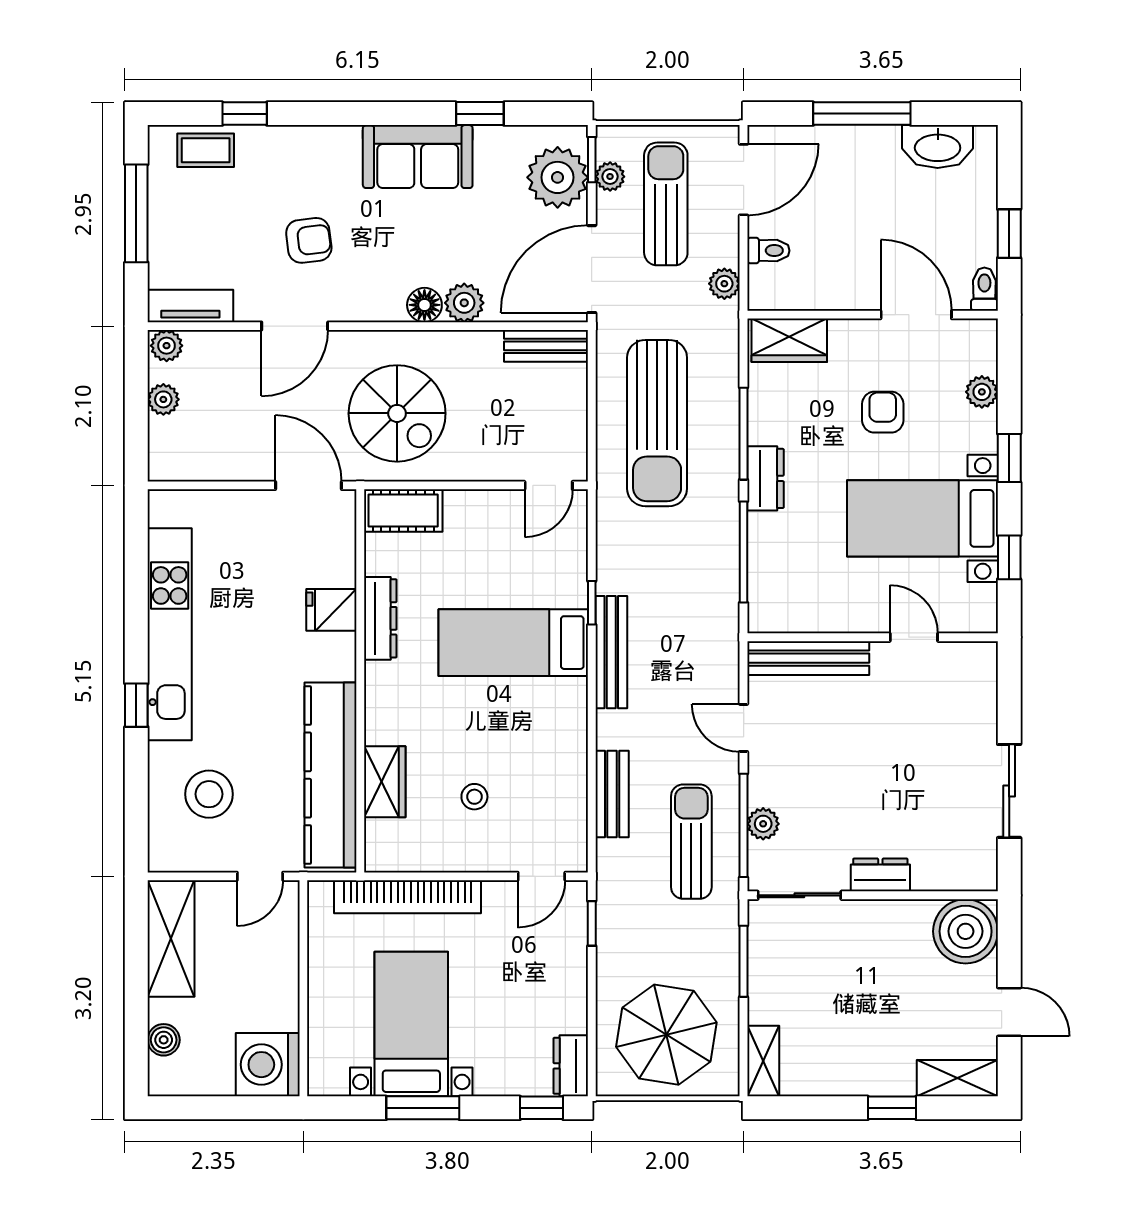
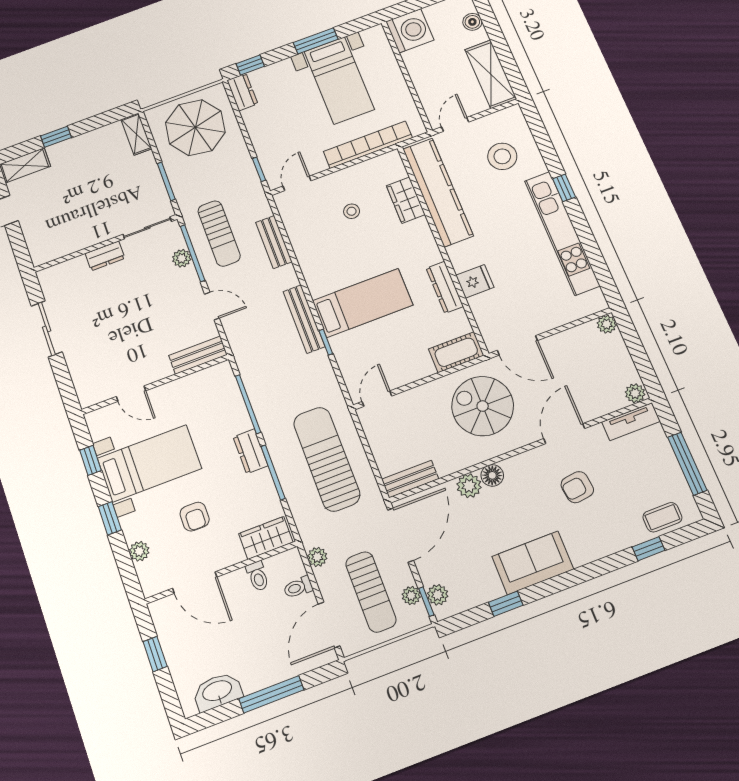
plant: (558, 177) -> (438, 595), width x0.53, depth x0.53
toilet: (984, 289) -> (258, 576), moved
plant: (163, 399) -> (607, 324), moved
bench: (808, 658) -> (198, 355), width x0.73
boiler: (966, 931) -> (46, 244), removed

